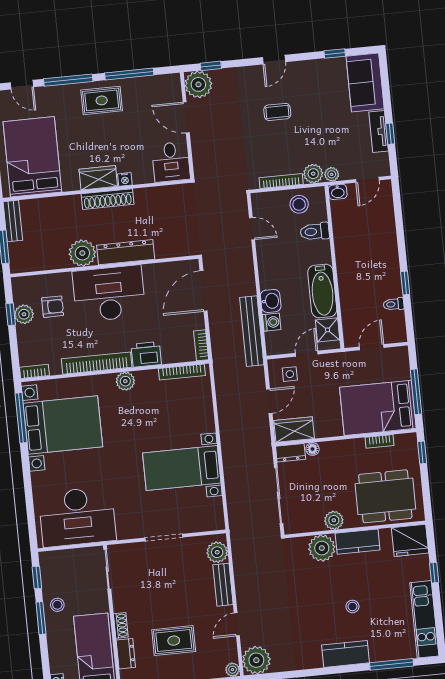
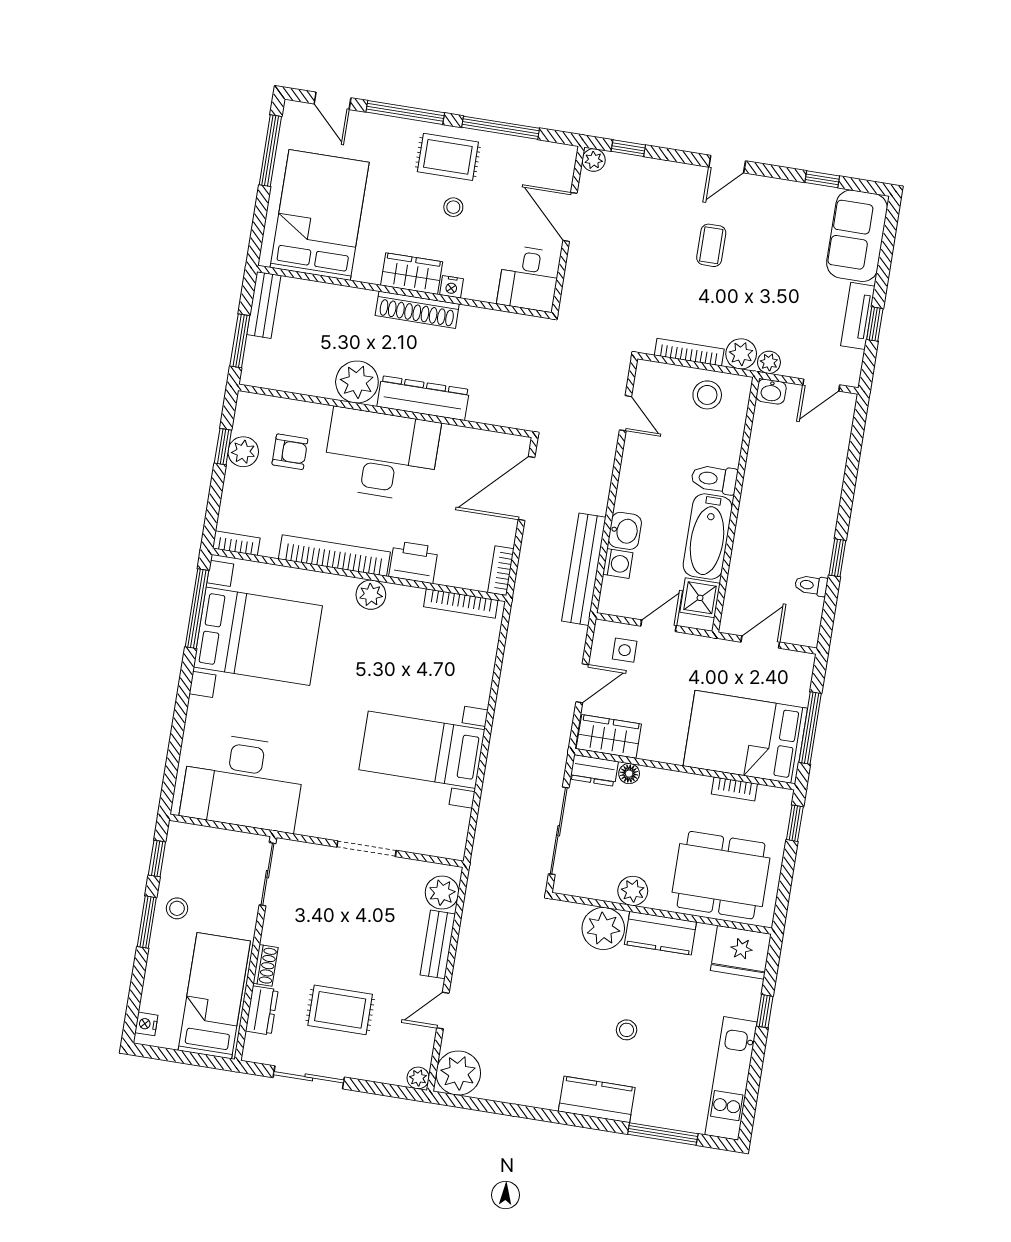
plant: (198, 84) -> (594, 160), width x0.53, depth x0.53
coffee table: (277, 112) -> (711, 245), turned 90
stool: (113, 130) -> (453, 207), added
toilet: (315, 232) -> (714, 479), moved

